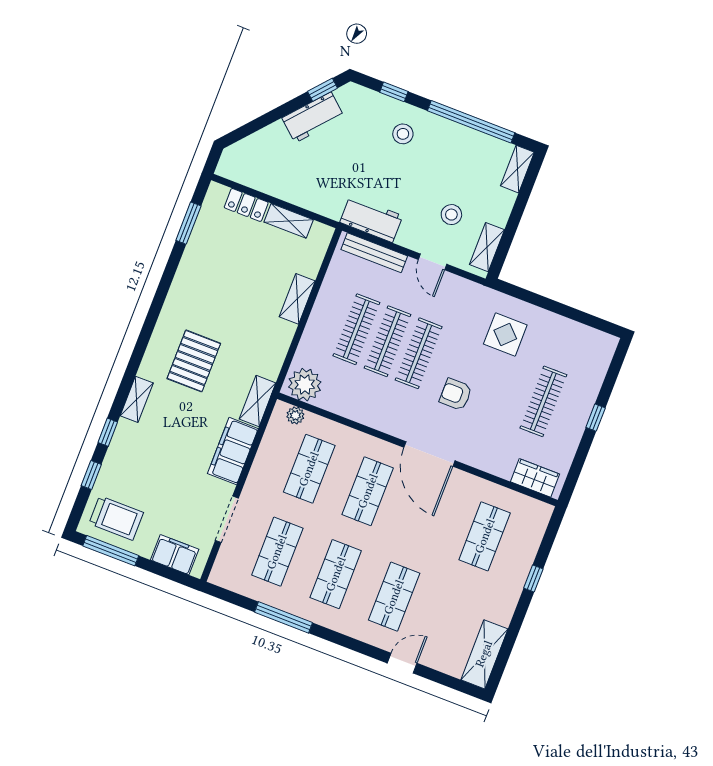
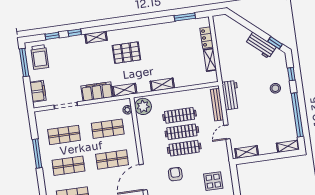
stool: (451, 215) -> (252, 129), removed
shelving: (297, 299) -> (162, 85), moved

